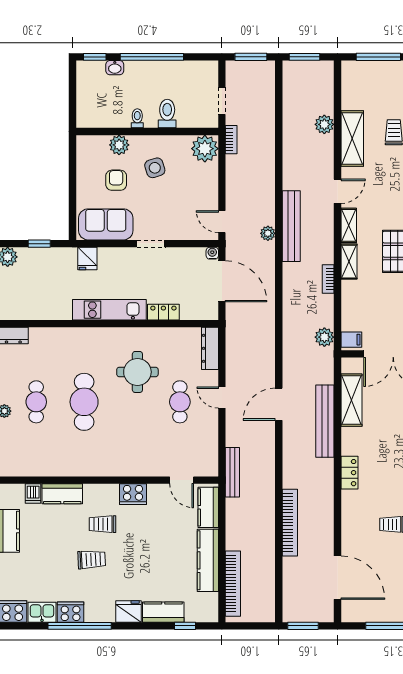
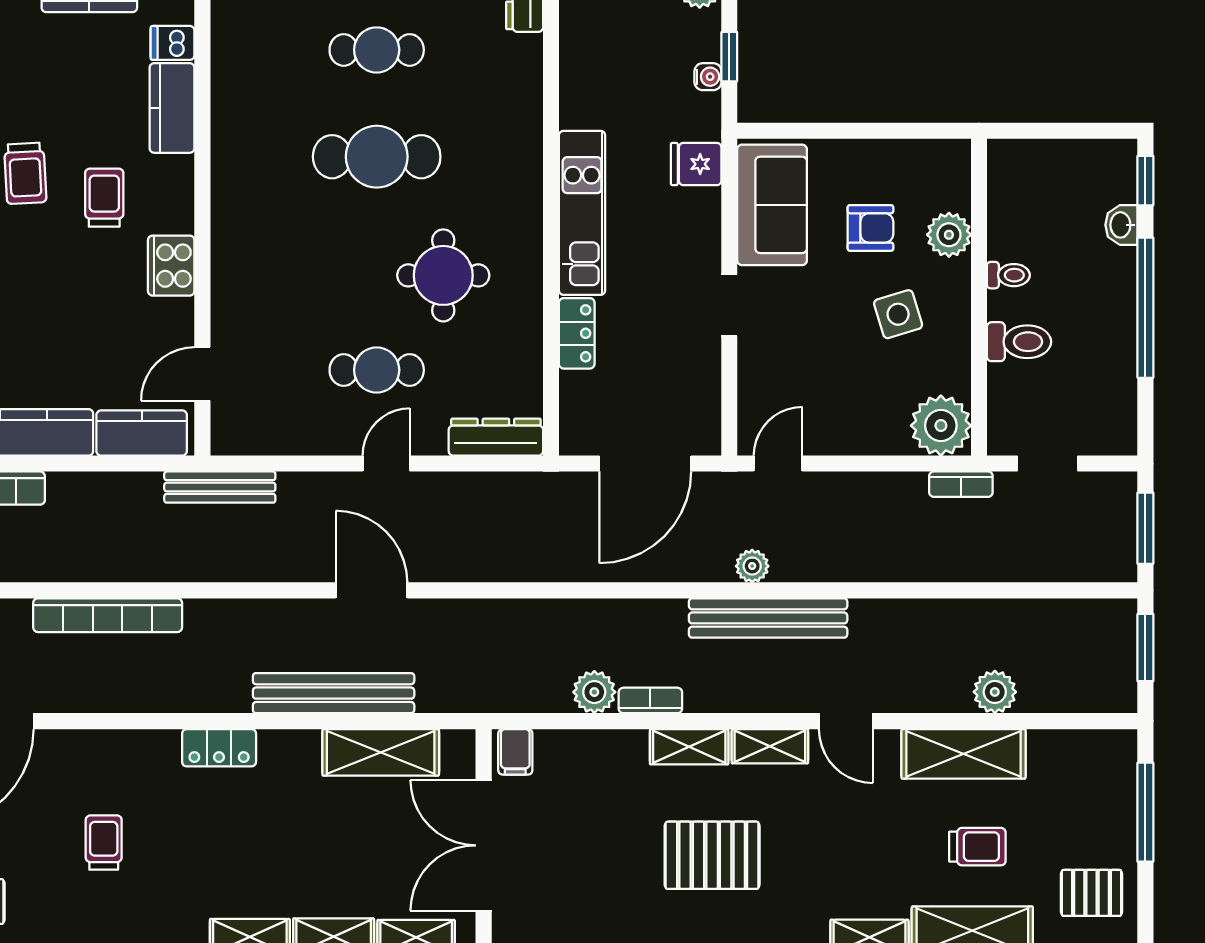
water cooler: (212, 253) -> (708, 77), moved
plant: (324, 337) -> (594, 692), moved

